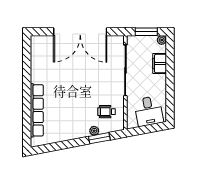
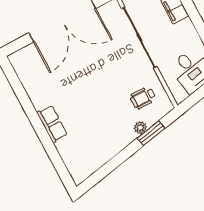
row of seats: (37, 110) -> (52, 124), width x0.50

